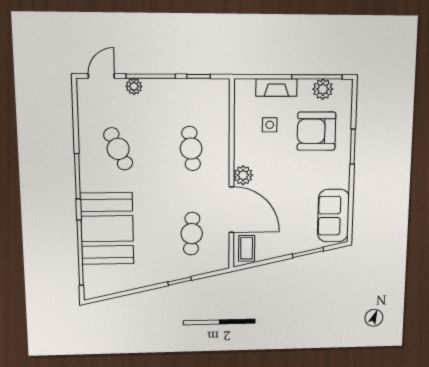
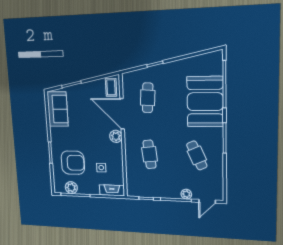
fireplace: (276, 88) -> (112, 190), moved

